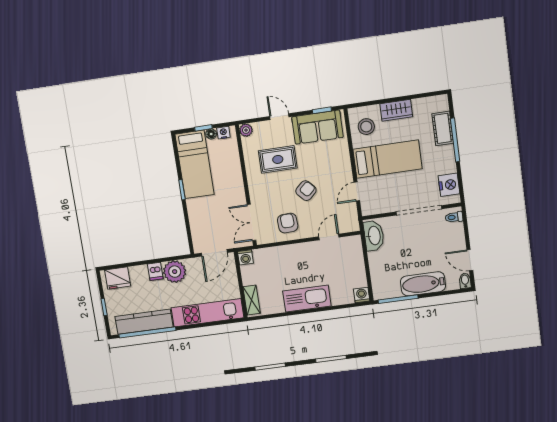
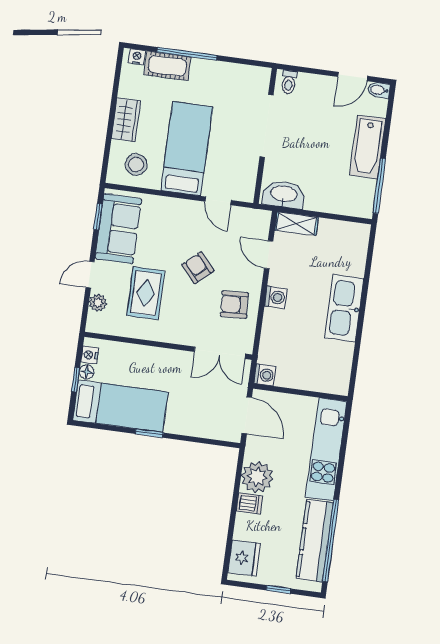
plant: (246, 130) -> (98, 303), moved
nightstand: (449, 185) -> (137, 57), moved, width x0.53, depth x0.56
washing machine: (362, 295) -> (276, 297), moved, turned 180
shelving: (252, 300) -> (296, 224), moved

